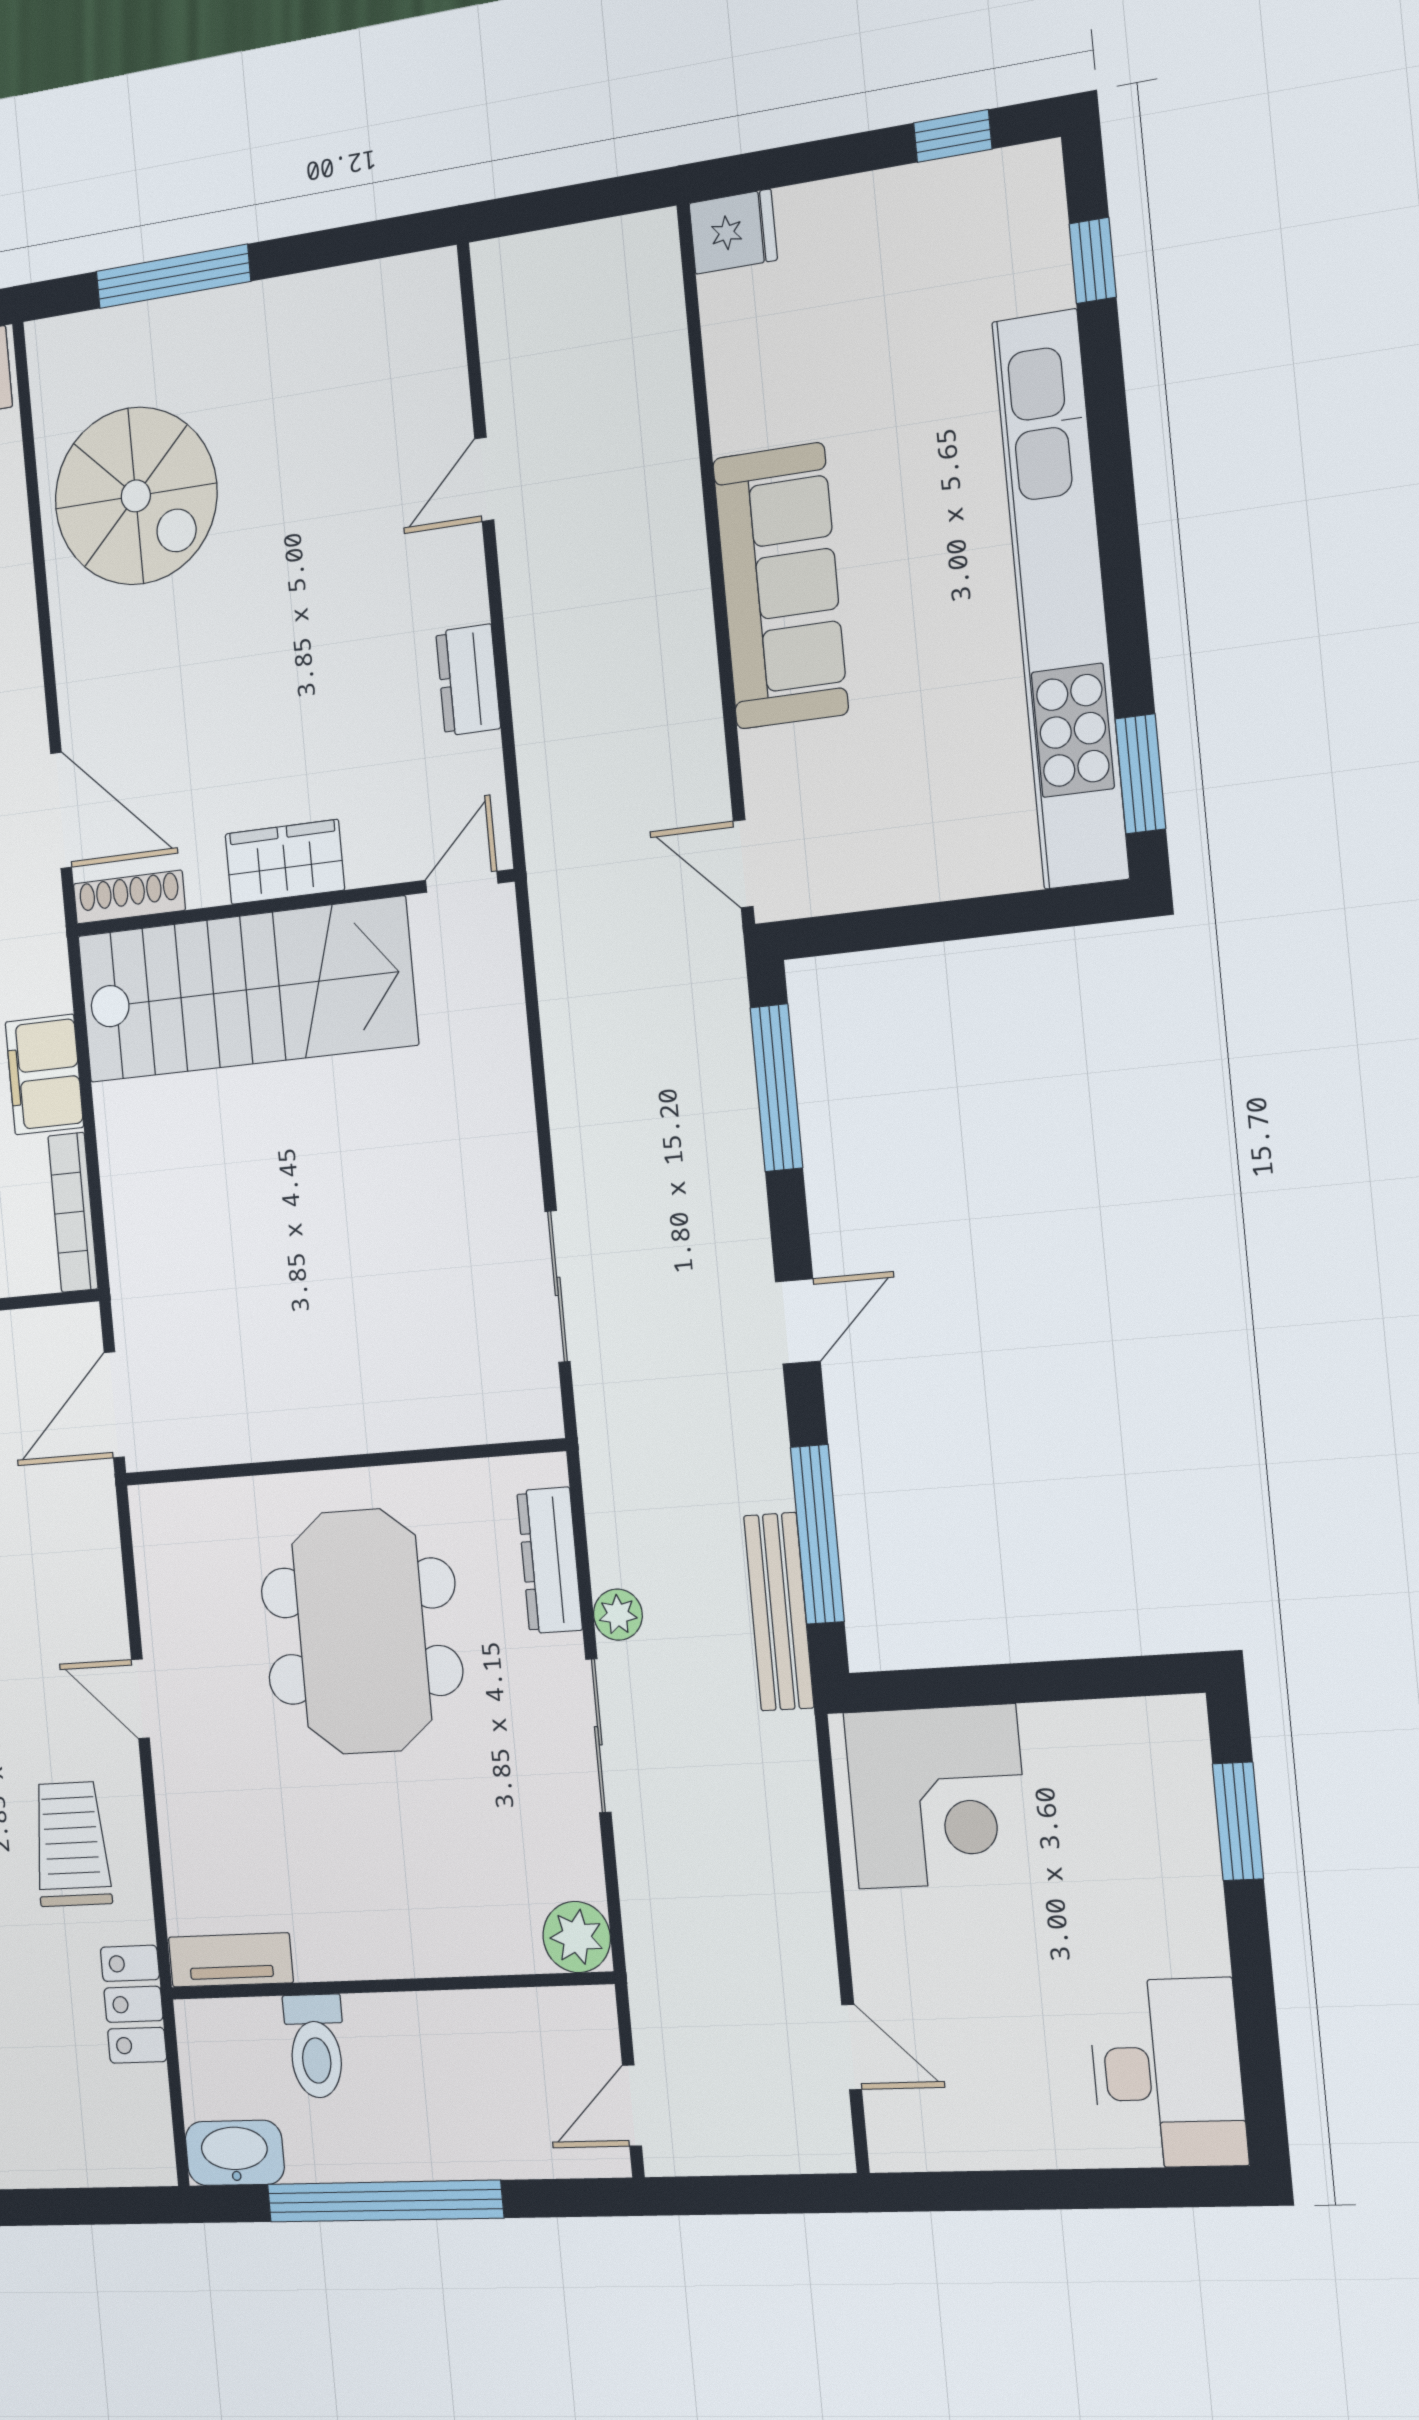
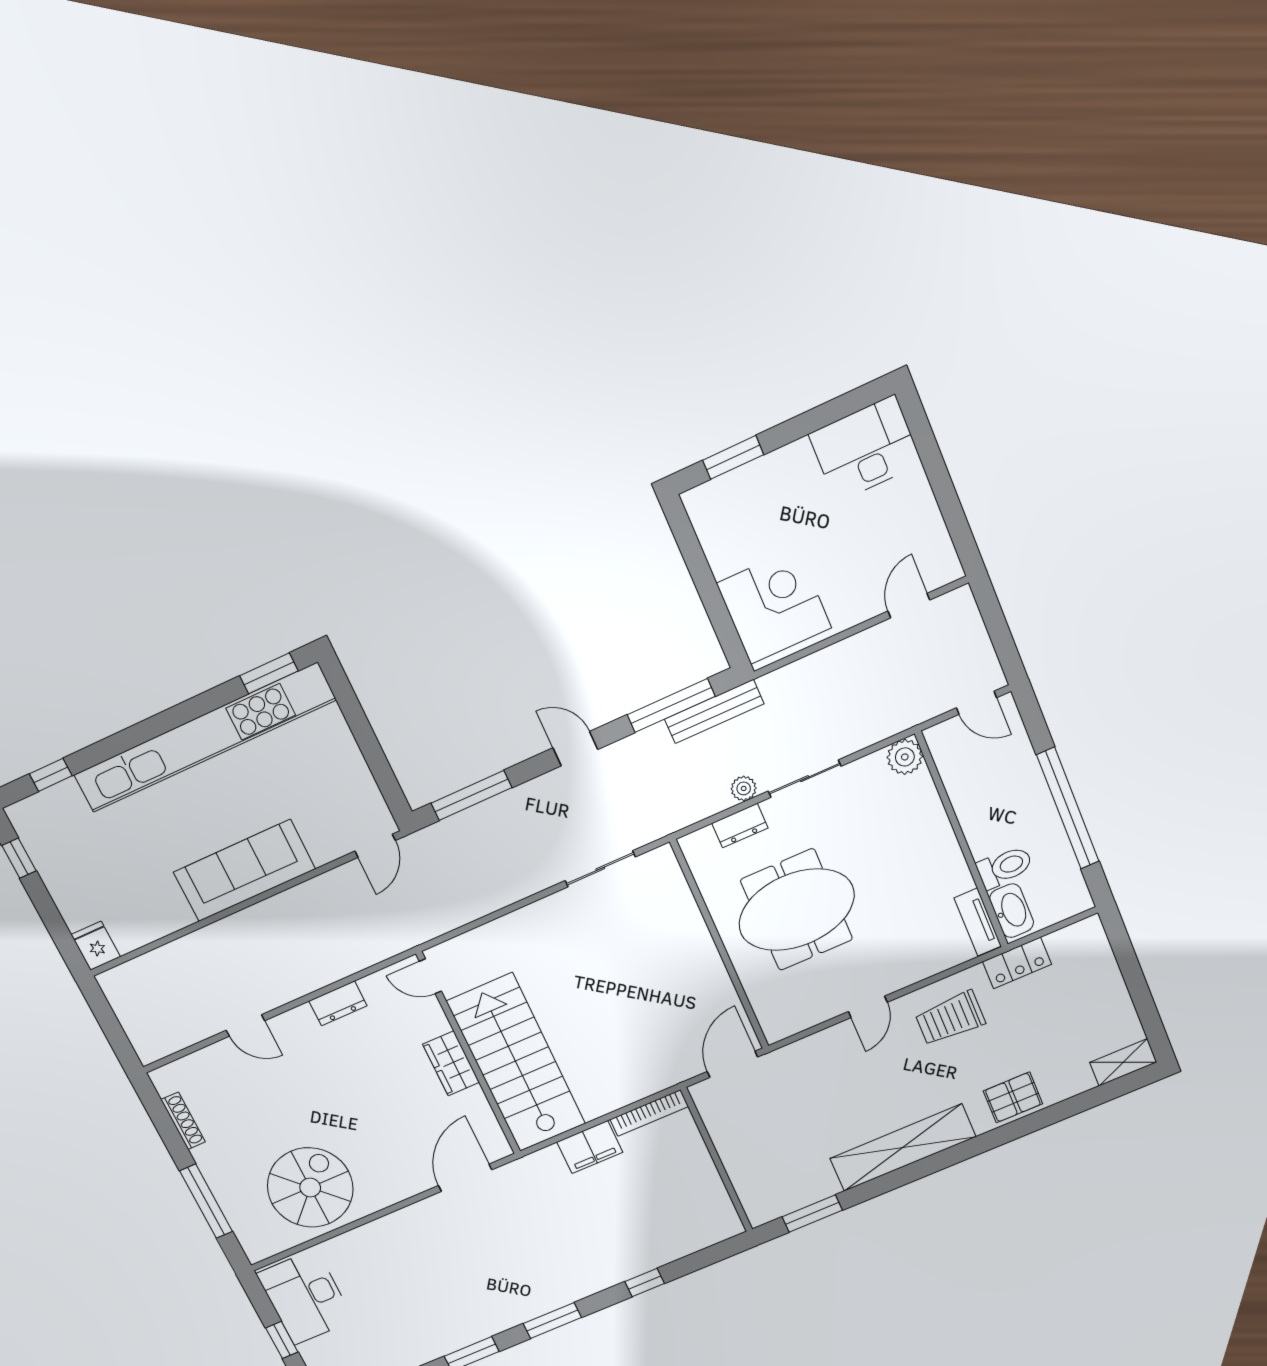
shoe rack: (129, 897) -> (183, 1121), moved, turned 180
door: (114, 1405) -> (732, 1064), swing flipped
dresser: (550, 1560) -> (740, 826), width x0.70
washbasin: (235, 2153) -> (1012, 911), moved, turned 180

